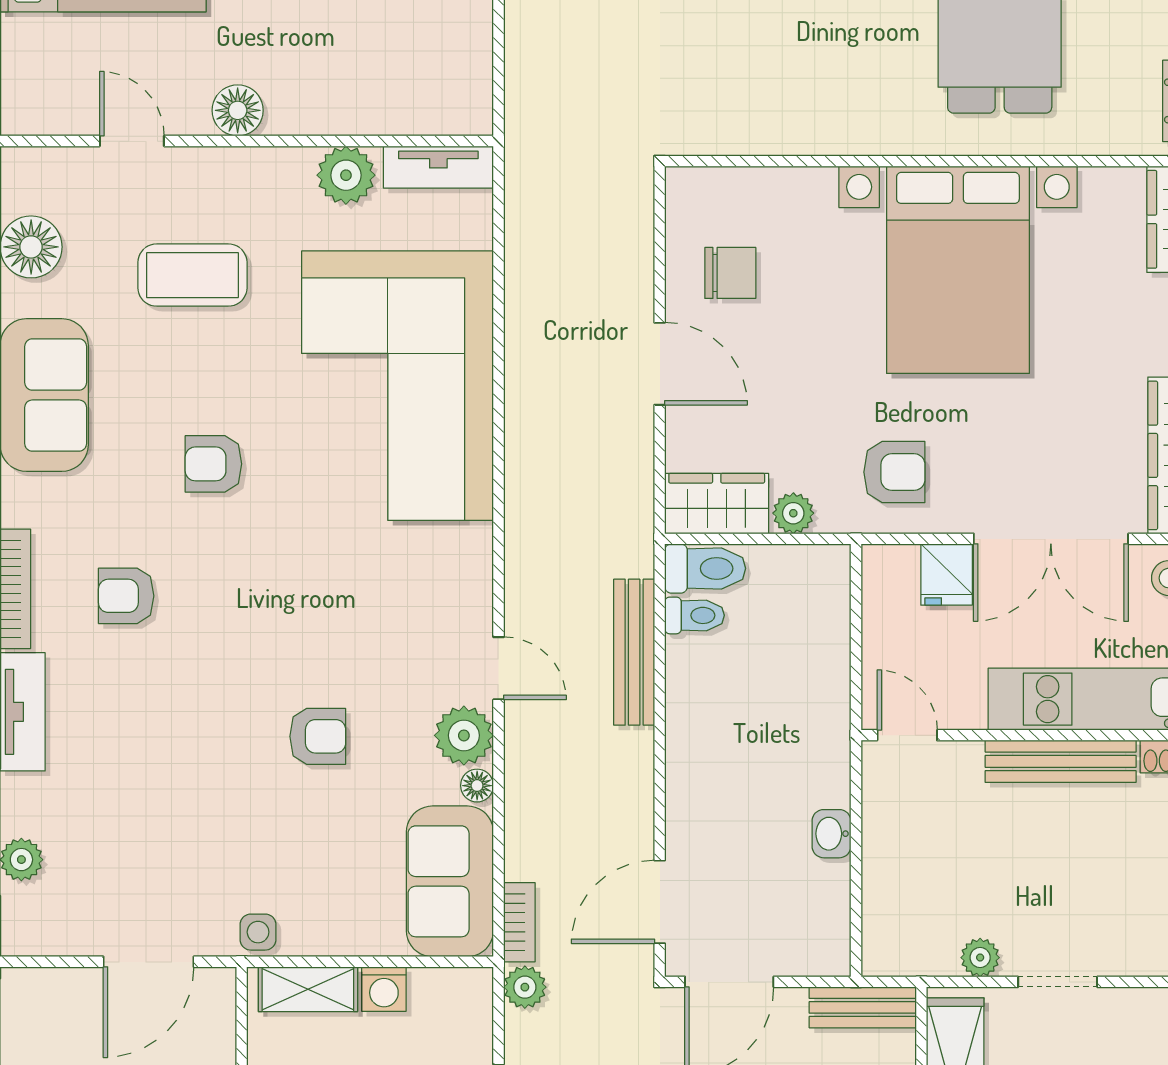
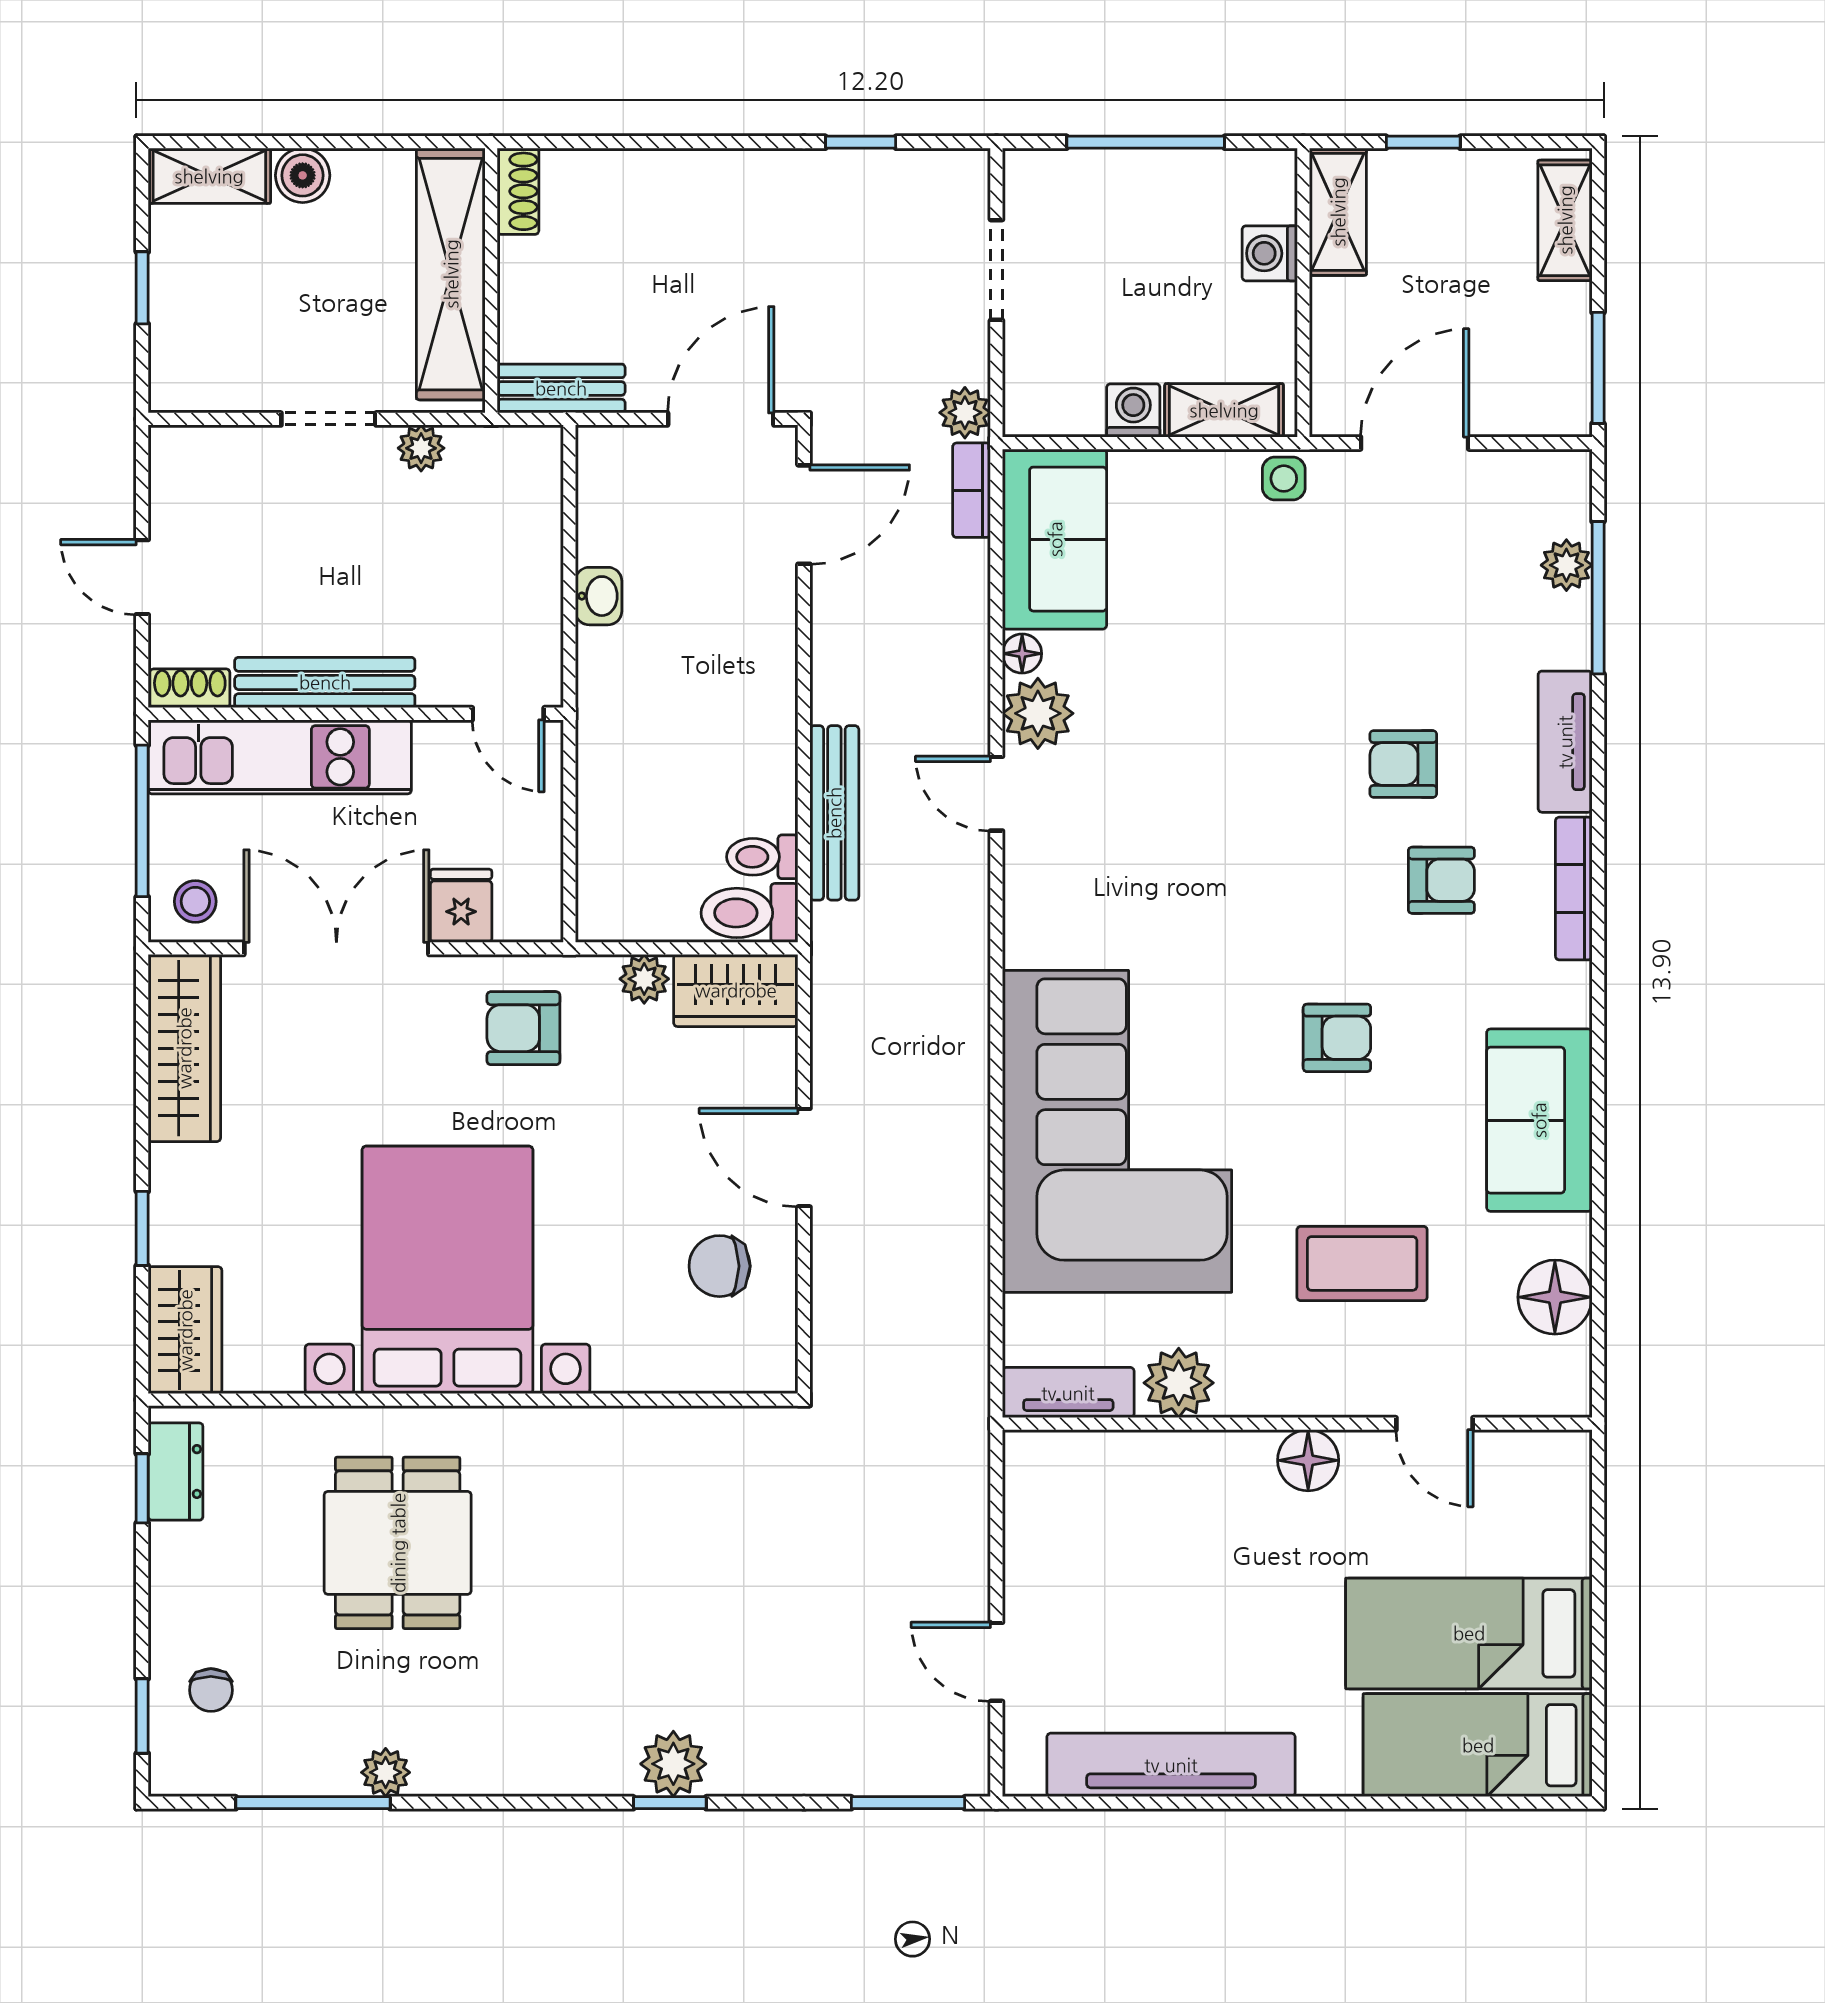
armchair: (318, 736) -> (1403, 764), moved

